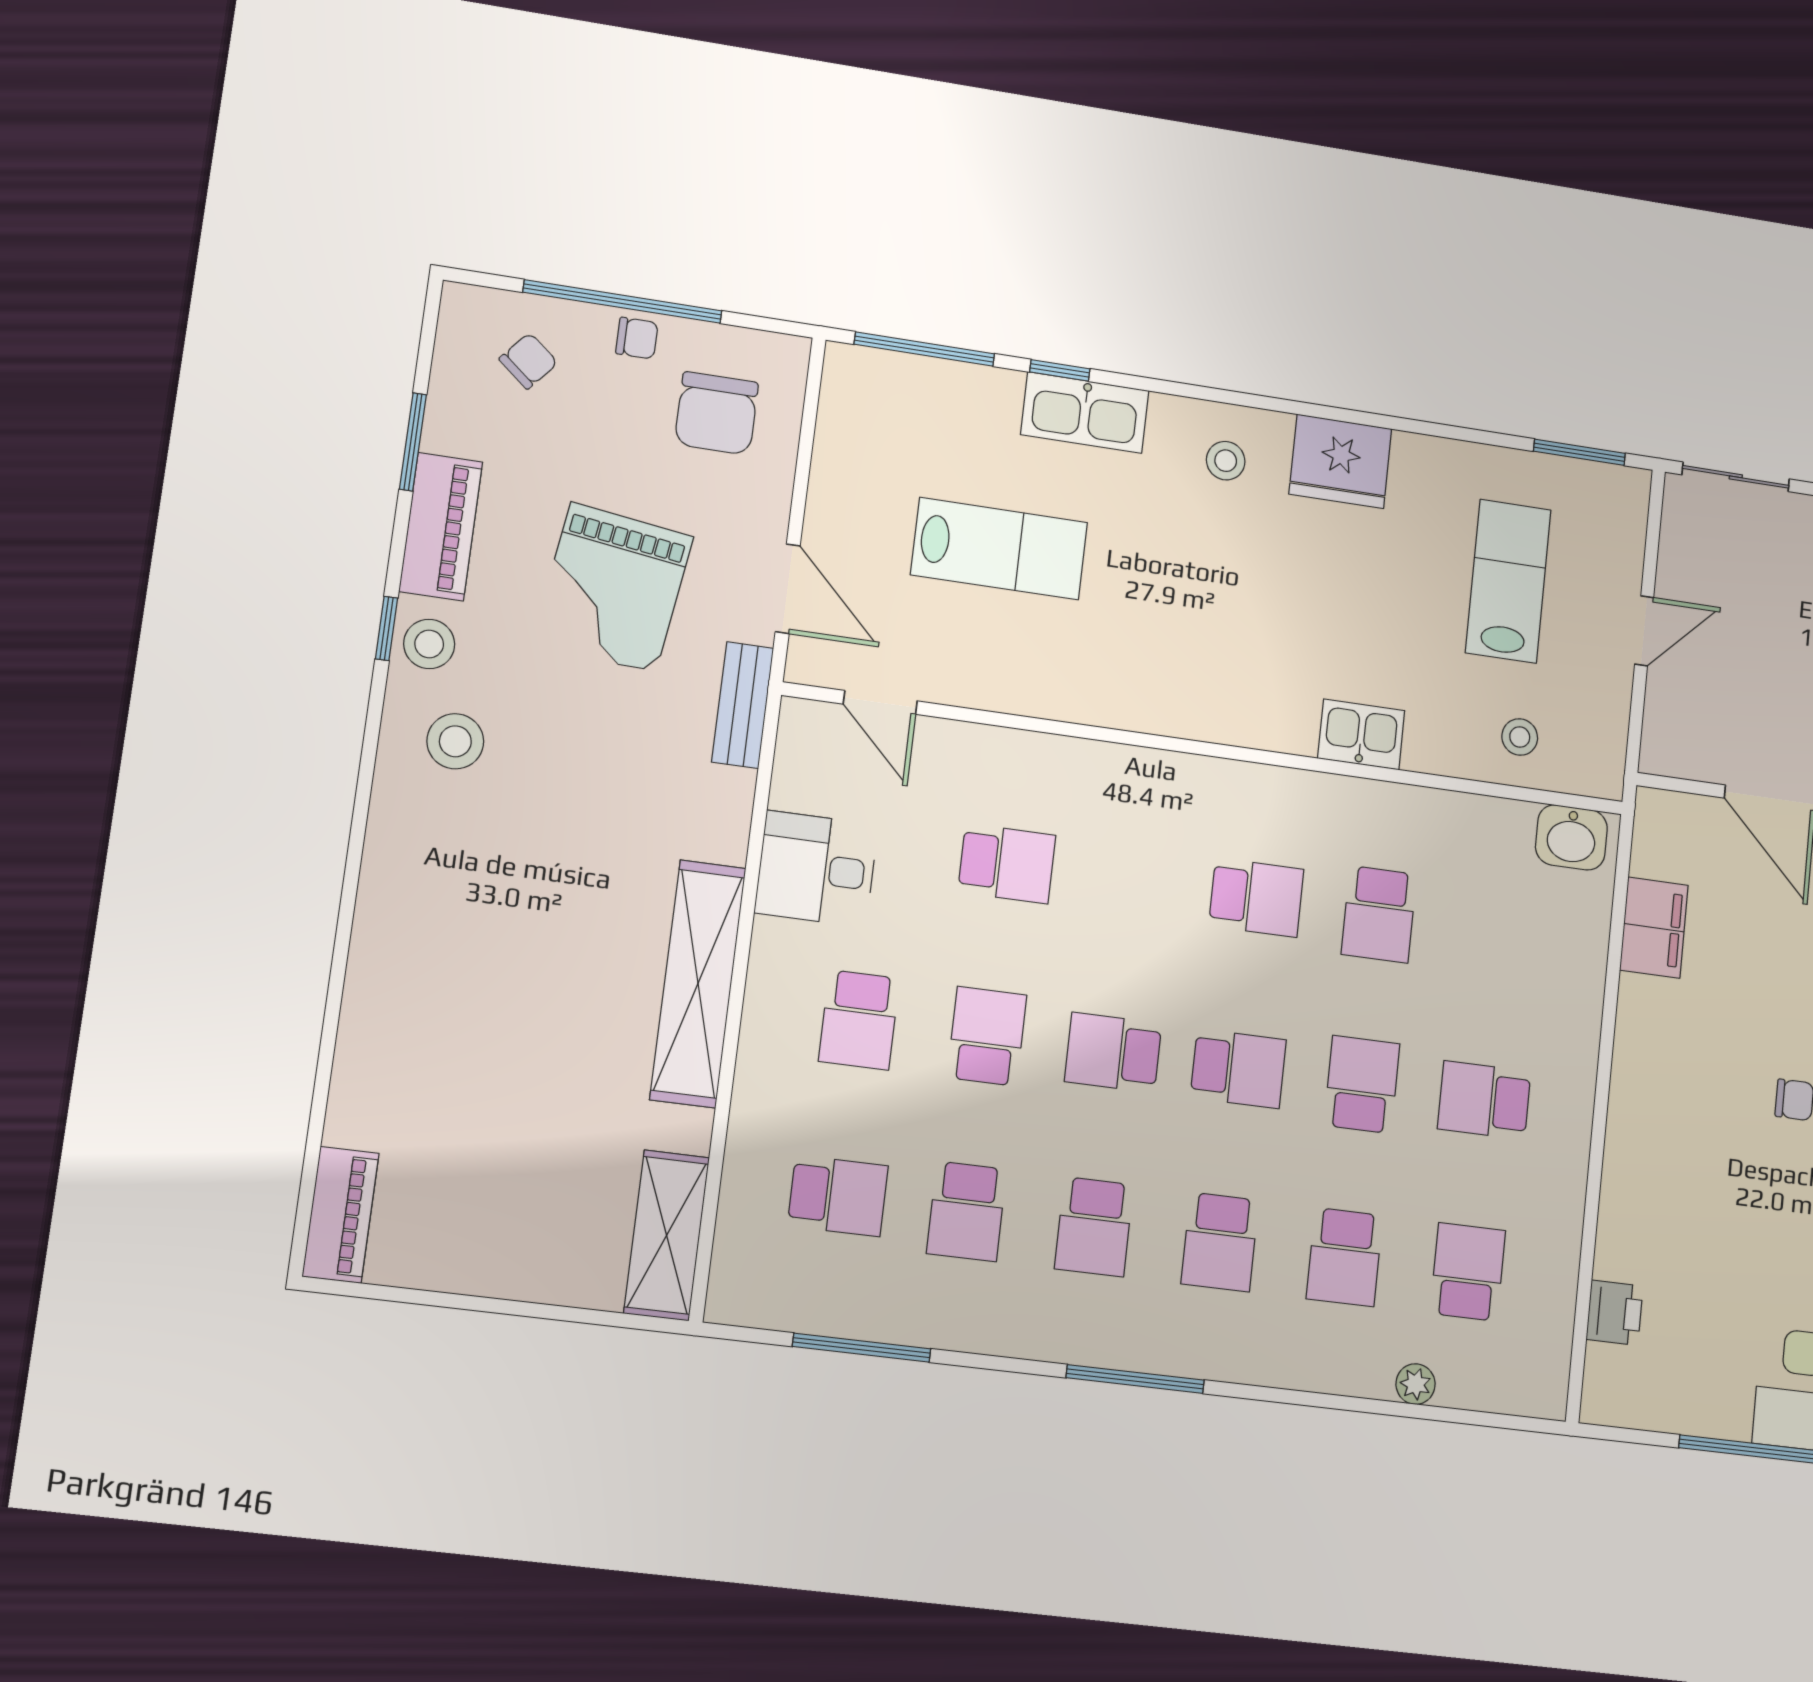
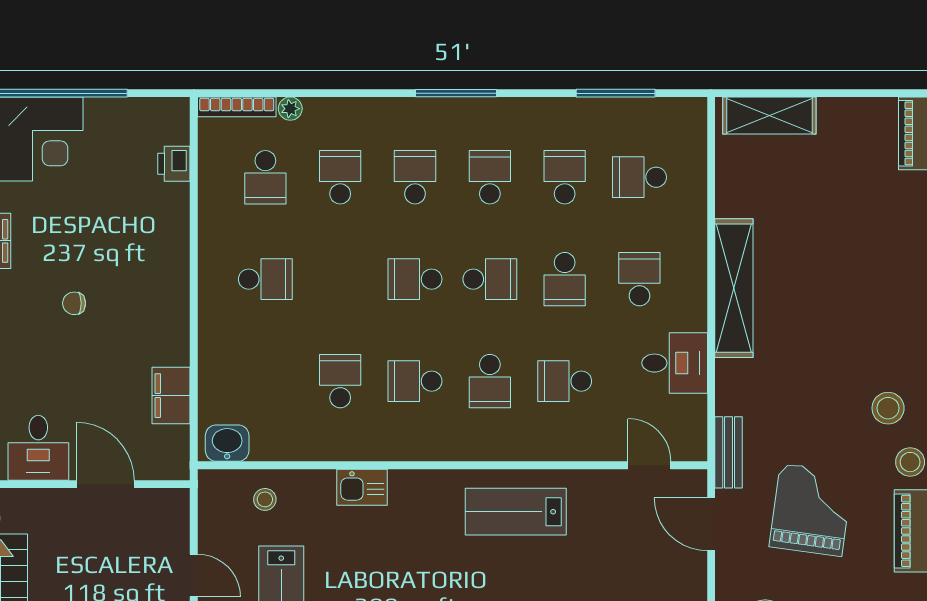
lab bench: (999, 549) -> (516, 512), moved
door: (1644, 631) -> (194, 576), swing flipped
school desk: (1362, 1084) -> (490, 381), moved
shelving: (667, 1235) -> (769, 115), moved, turned 90
bookcase: (1503, 1397) -> (237, 107), added

